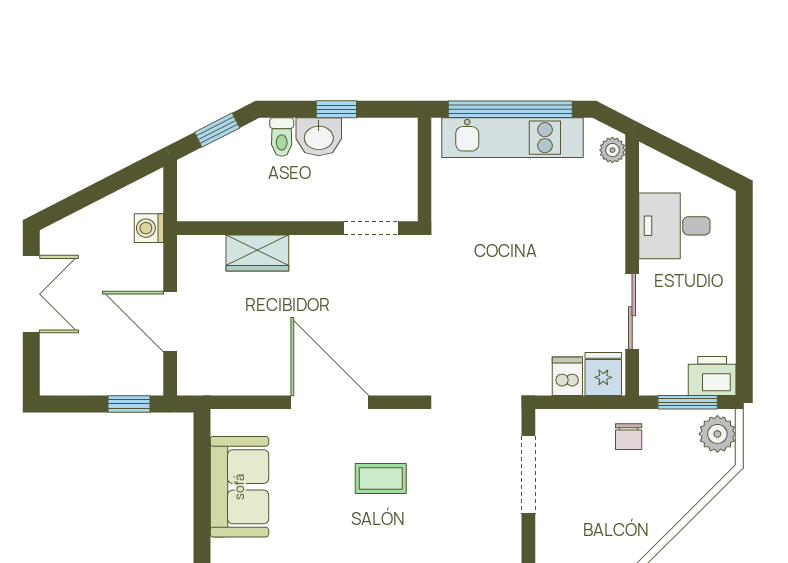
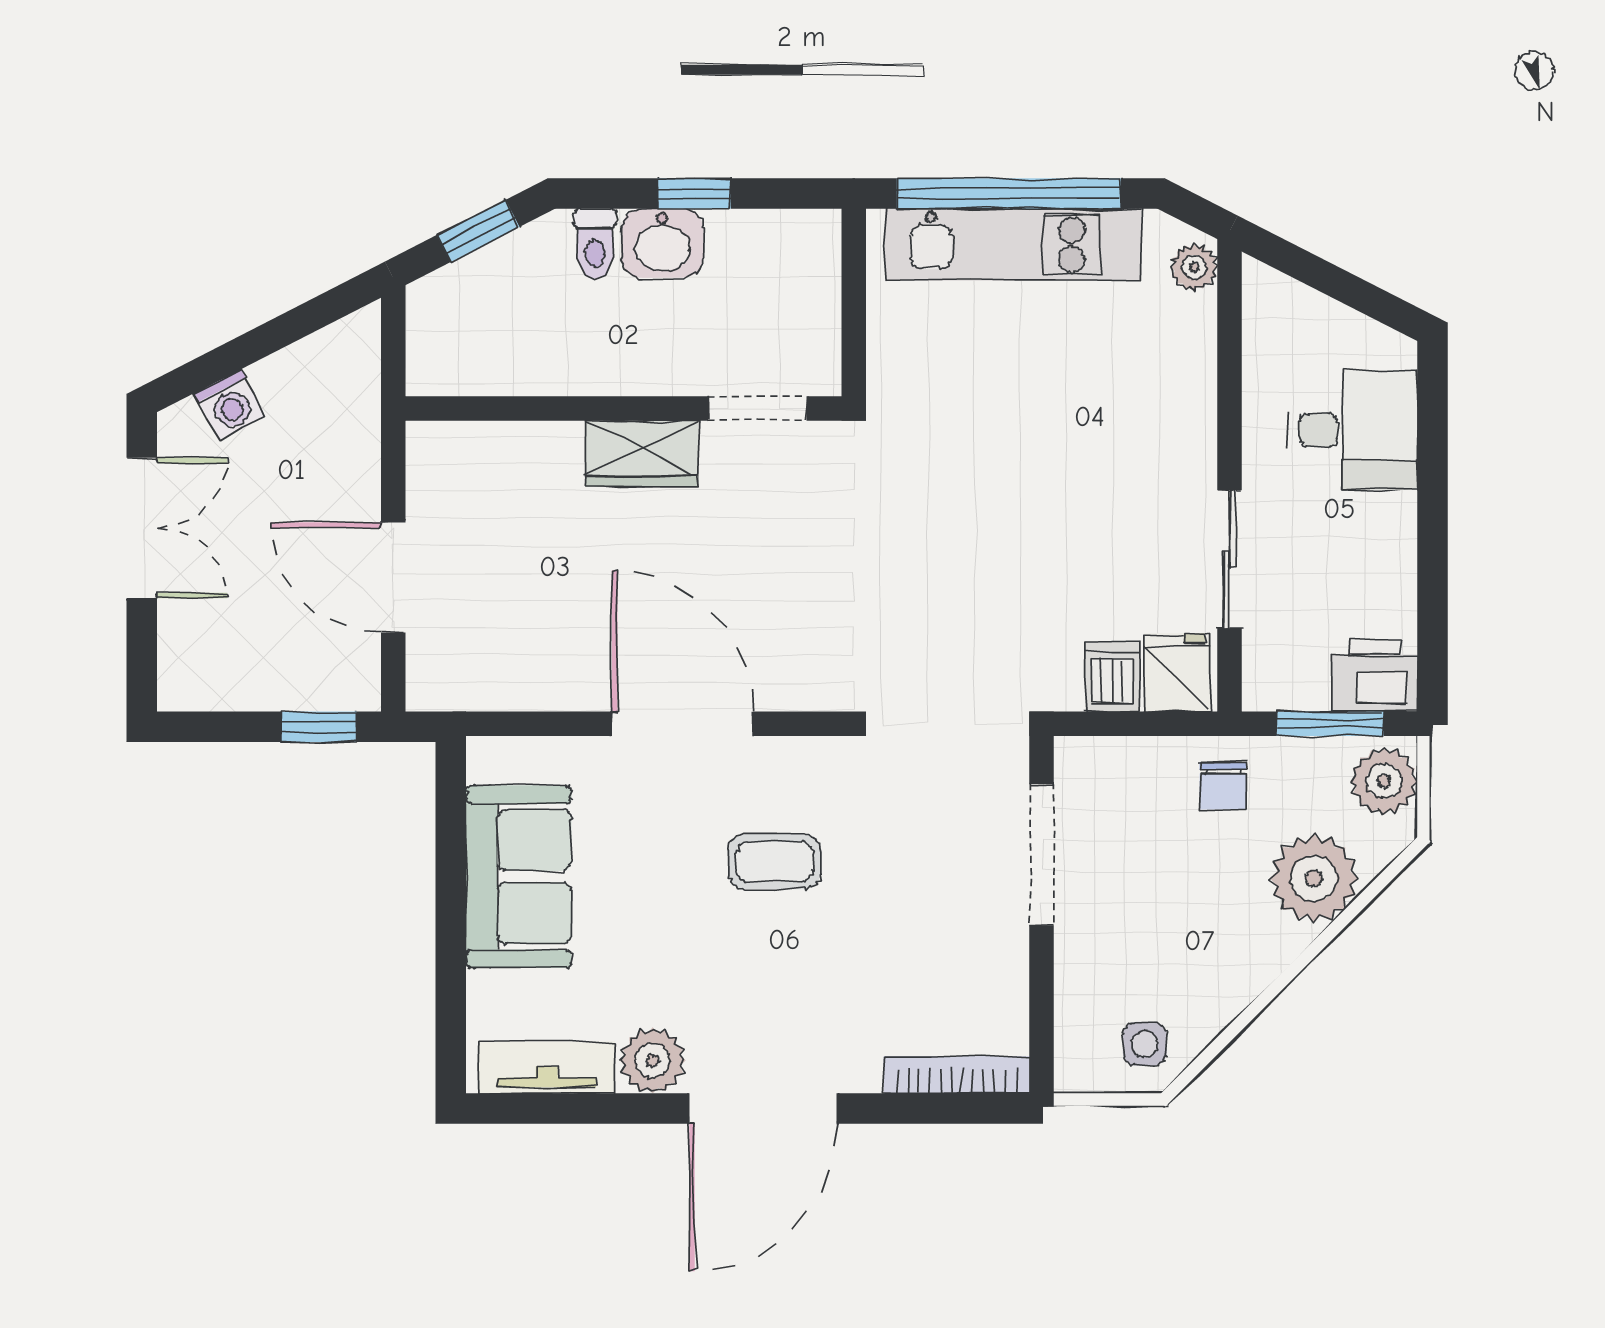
desk: (674, 226) -> (1353, 430), moved, turned 180
washing machine: (149, 228) -> (230, 405), moved, turned -117
wardrobe: (257, 253) -> (642, 453), moved
plant: (679, 488) -> (1314, 878), added

